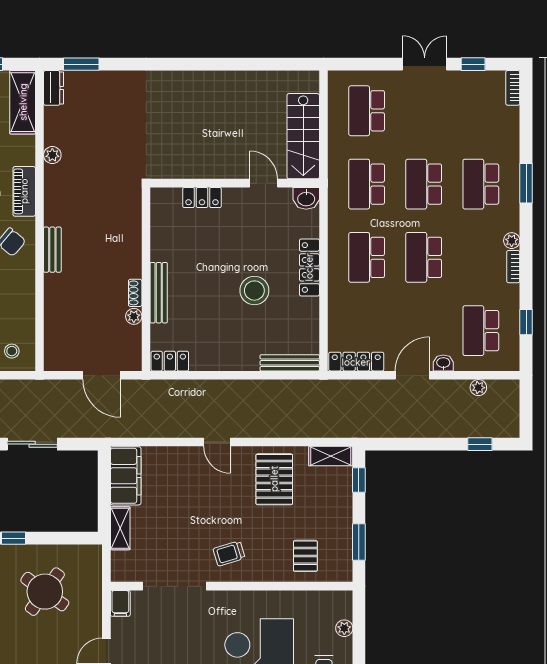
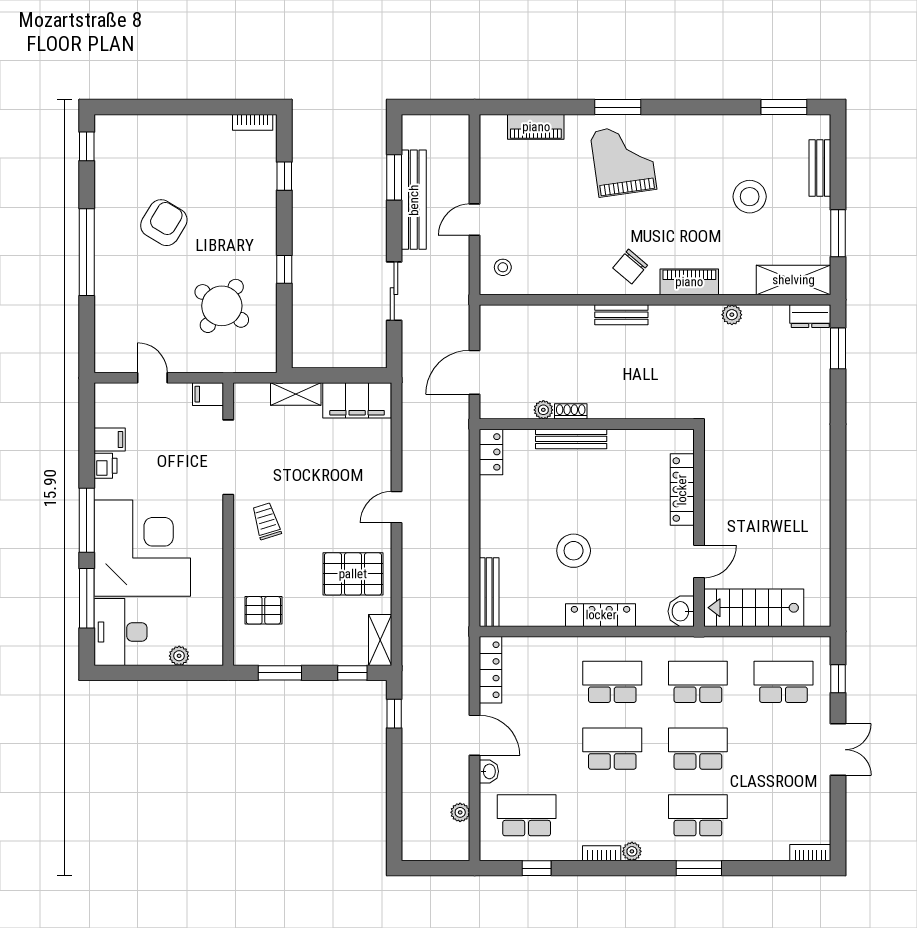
window: (473, 64) -> (838, 679), moved
locker: (202, 198) -> (682, 490), width x1.53
window: (480, 444) -> (394, 714), moved

